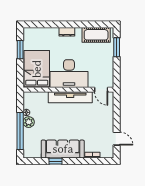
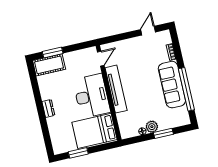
cot: (96, 35) -> (49, 65), moved, turned 90
window: (20, 131) -> (163, 133), width x0.47
window: (55, 161) -> (186, 89), width x3.17

